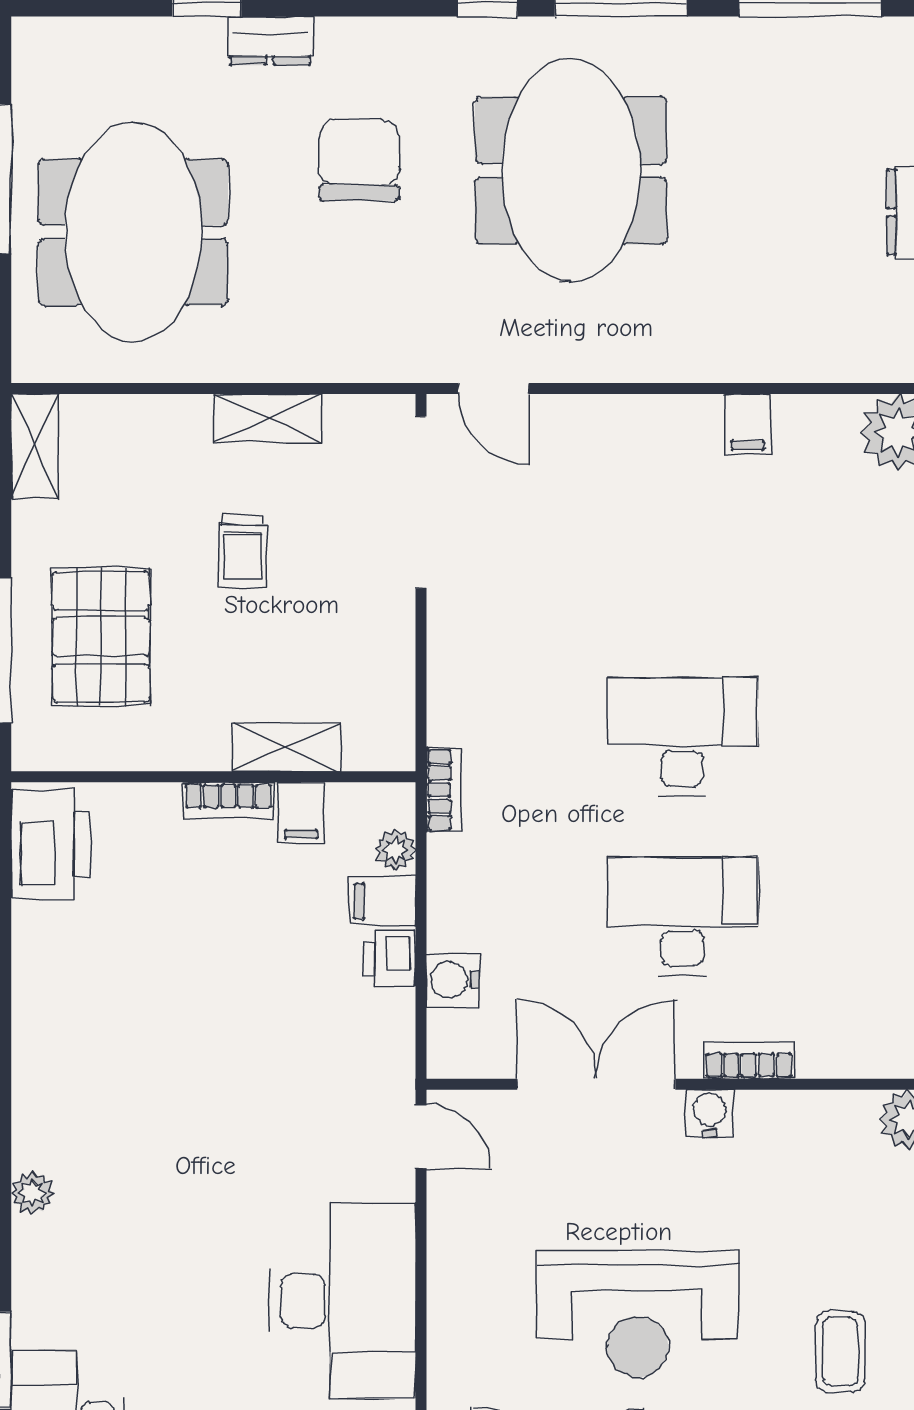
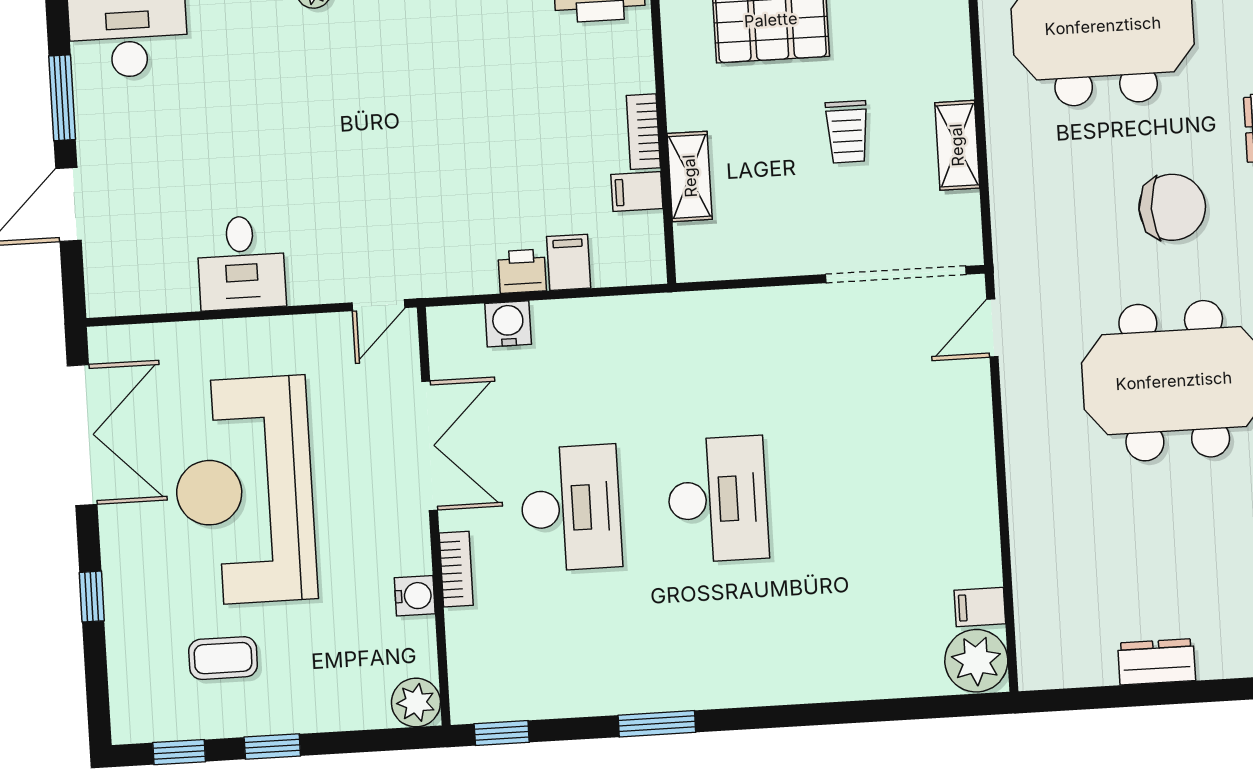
filing cabinet: (748, 424) -> (980, 607), moved
trolley: (243, 552) -> (847, 132), turned -90
bookcase: (444, 790) -> (662, 307), removed
plant: (395, 850) -> (611, 270), removed
water cooler: (710, 1113) -> (415, 596), moved
desk: (342, 1301) -> (241, 263), width x0.53, depth x0.77
reception desk: (638, 1314) -> (244, 491), width x1.36, depth x1.30

